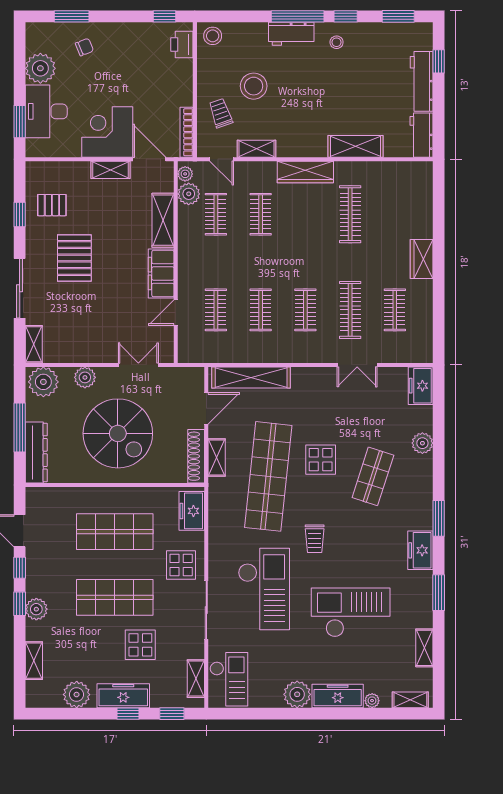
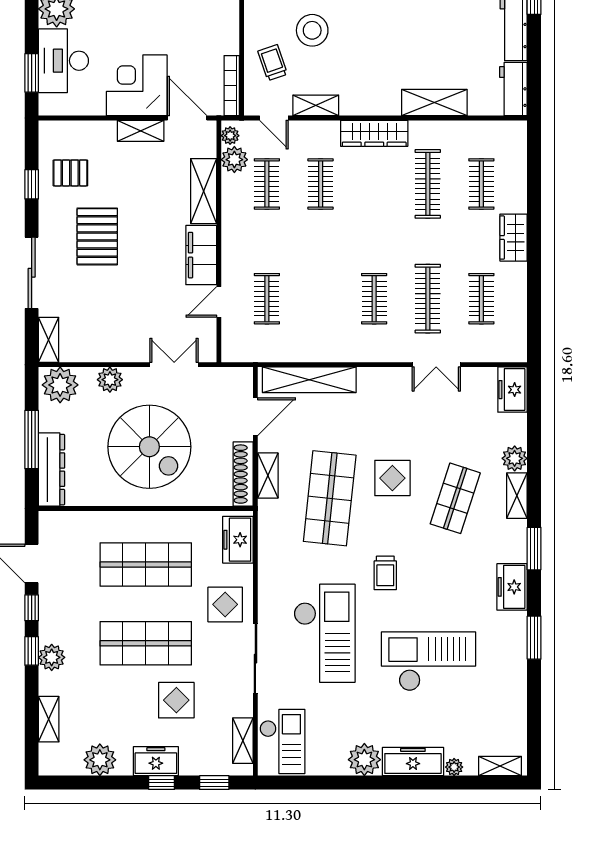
clothes rail: (261, 310) -> (481, 184), moved
shop shelf: (268, 476) -> (330, 498), width x0.71
shelving: (424, 648) -> (517, 496), moved
freezer: (123, 696) -> (156, 761), width x0.71

